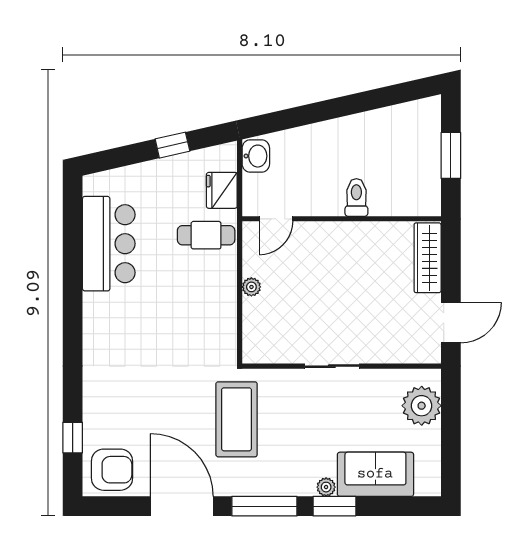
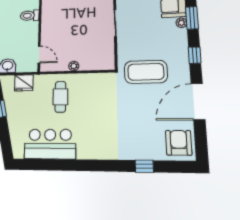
cafe table: (206, 235) -> (60, 97), moved
window: (73, 438) -> (144, 166), moved
window: (264, 506) -> (195, 55), width x0.46

